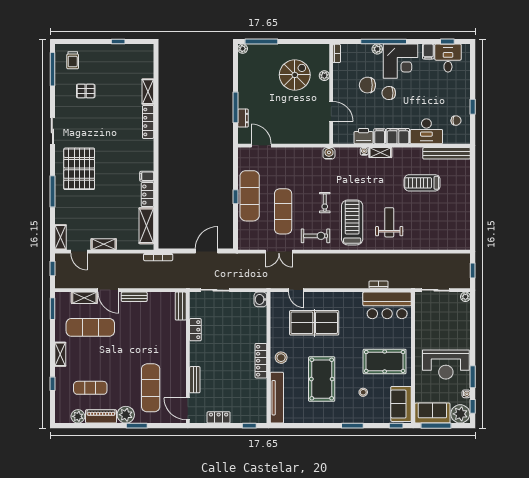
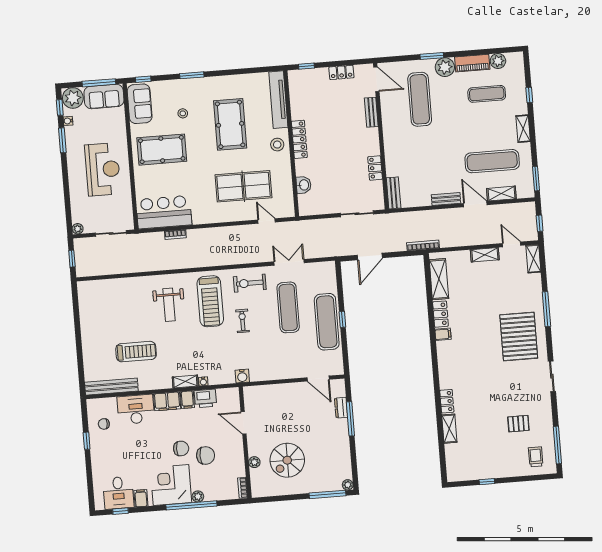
locker: (148, 122) -> (447, 401), width x0.66
washbasin: (260, 299) -> (304, 185), moved
reception desk: (446, 365) -> (103, 169), moved, turned 90

